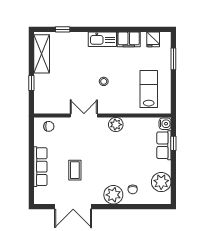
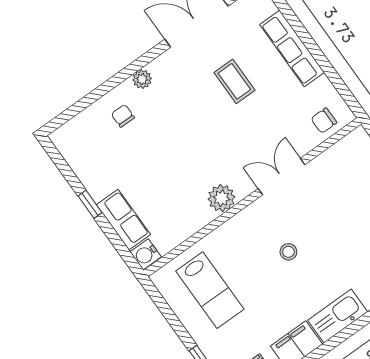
double door: (84, 115) -> (281, 177), swing flipped
window: (173, 143) -> (90, 204), moved
plant: (161, 182) -> (87, 159), removed
plant: (113, 195) -> (142, 79), width x0.53, depth x0.53

